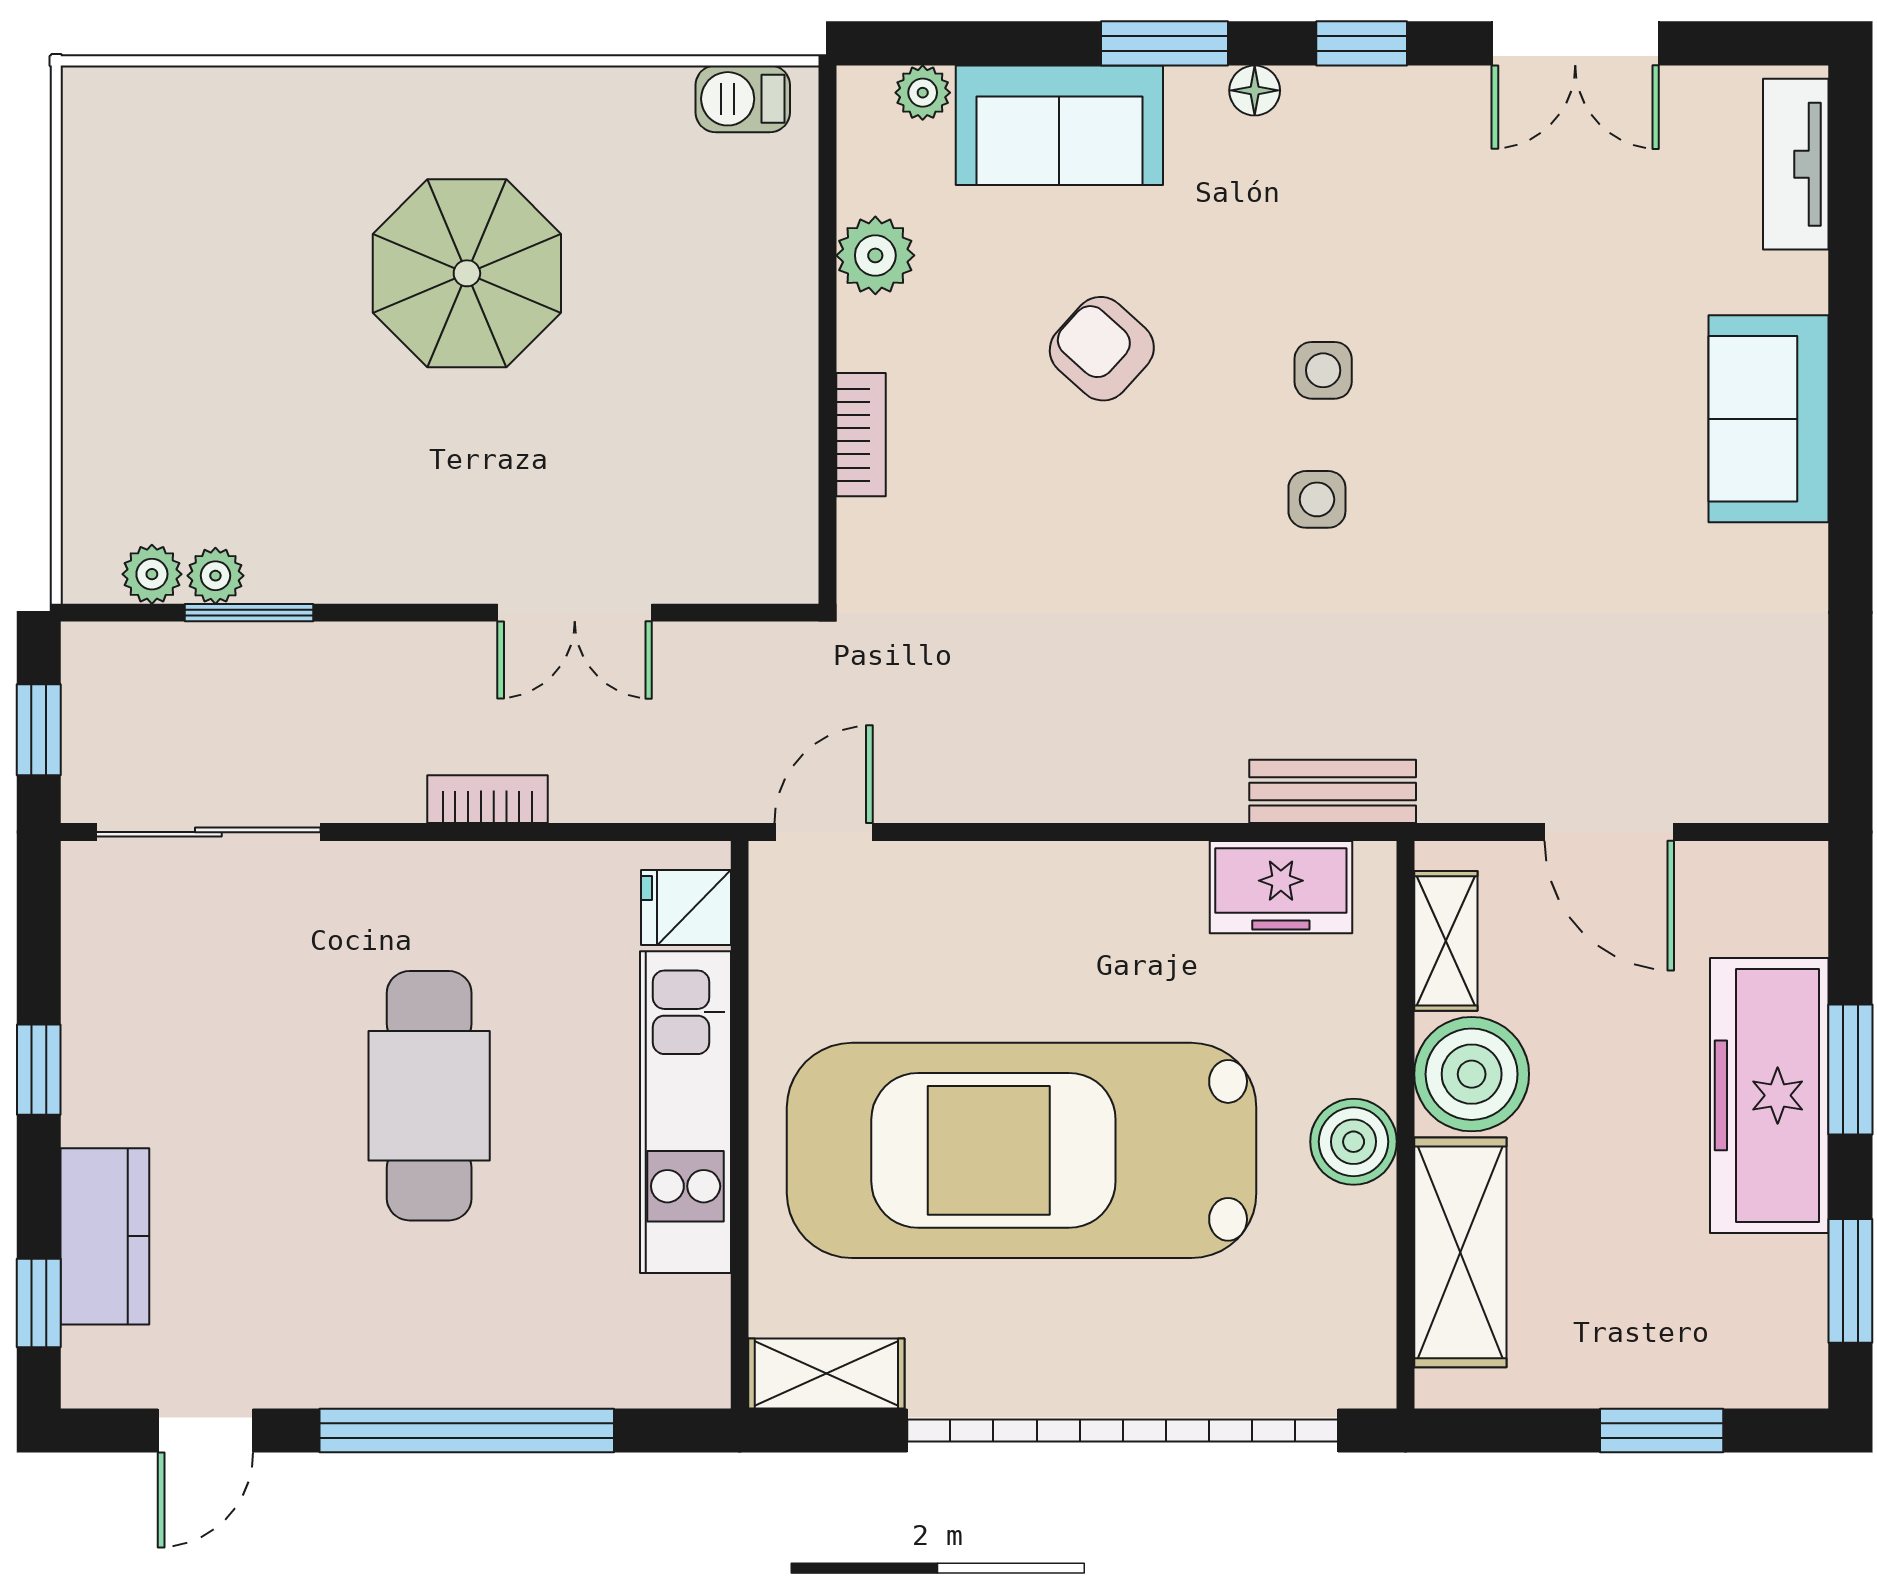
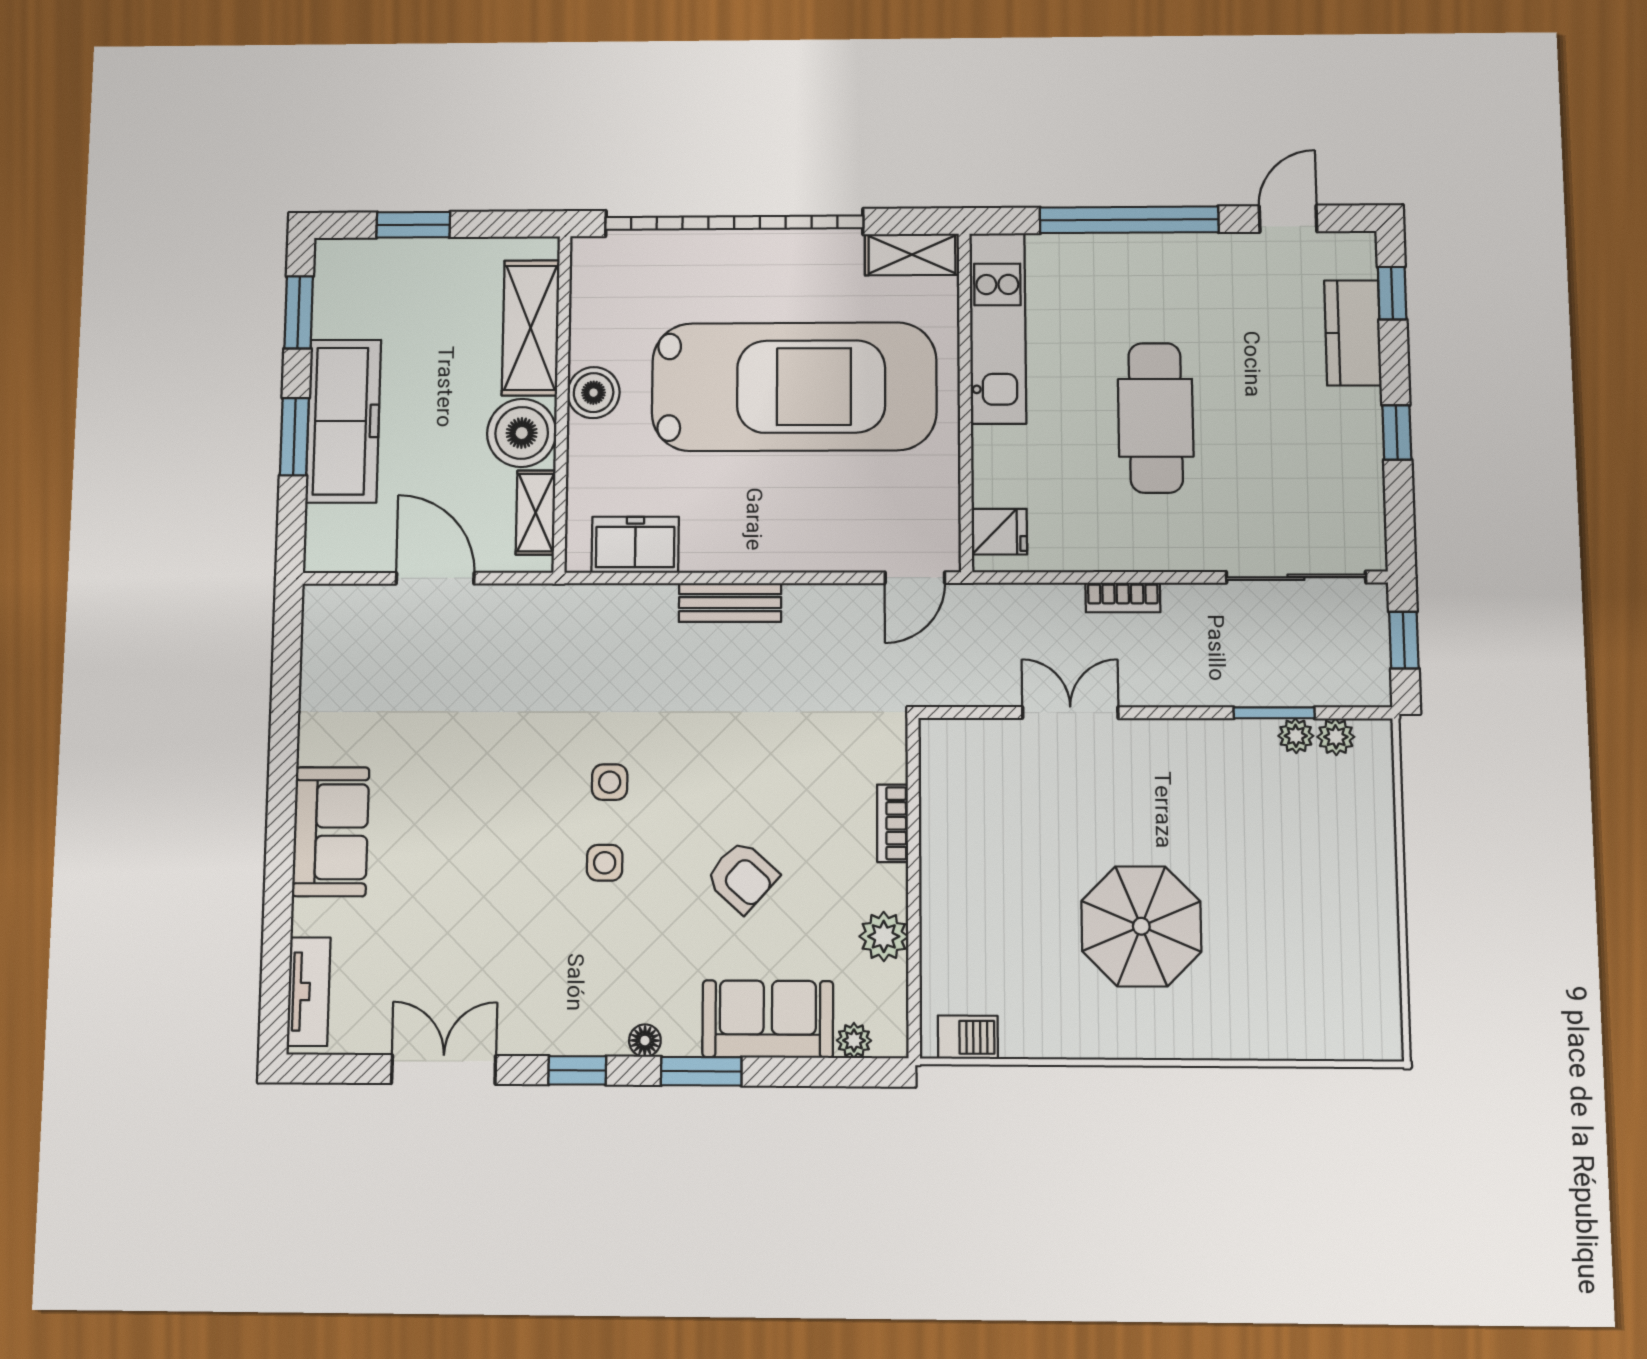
bench: (1333, 791) -> (730, 603), moved
kitchen unit: (686, 1112) -> (998, 328), moved

